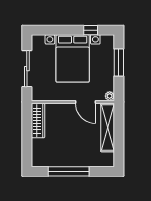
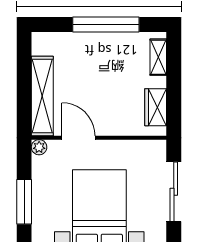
wardrobe: (38, 121) -> (156, 107), width x0.67
shelving: (36, 151) -> (158, 57), added

